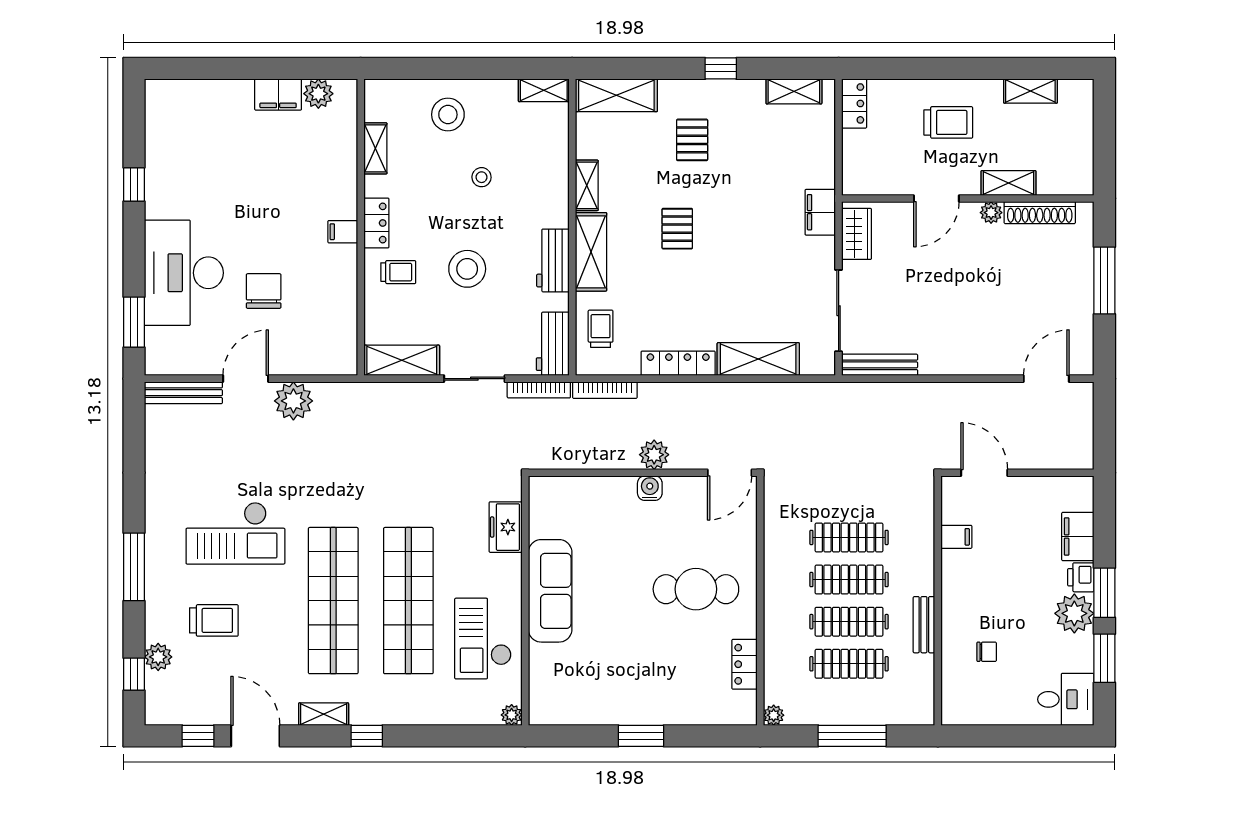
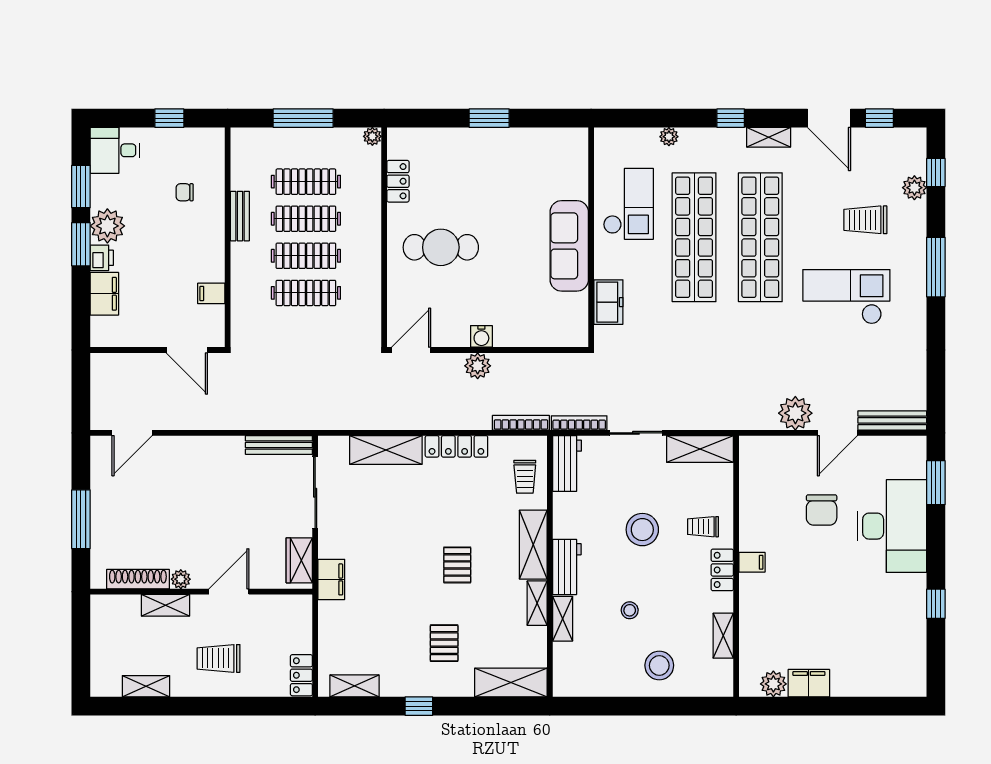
shelving: (544, 90) -> (563, 619), moved, turned 90
workbench: (553, 260) -> (567, 567), moved
plant: (512, 715) -> (669, 137), moved
window: (1004, 736) -> (169, 118), added

